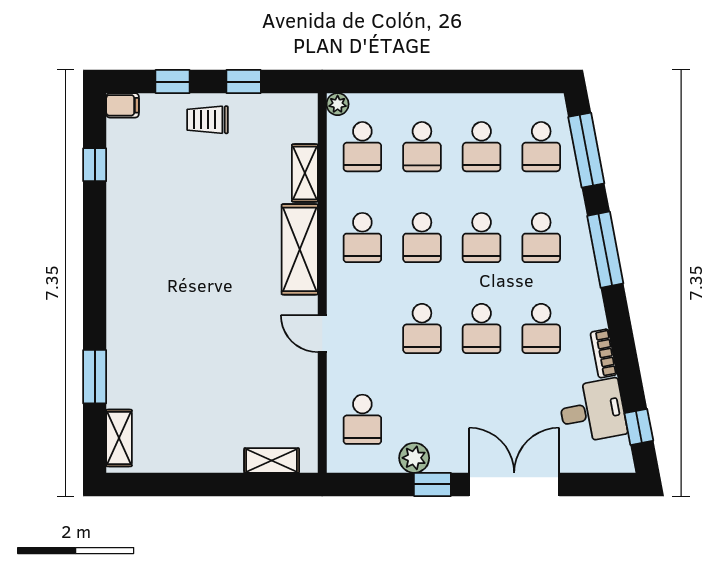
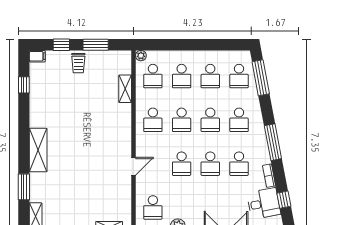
window: (244, 82) -> (96, 45), width x1.50
trolley: (208, 120) -> (78, 63), turned -90
shelving: (300, 249) -> (38, 150), moved
window: (605, 250) -> (273, 142), moved
door: (322, 334) -> (134, 166), swing flipped
window: (639, 427) -> (284, 200), moved

